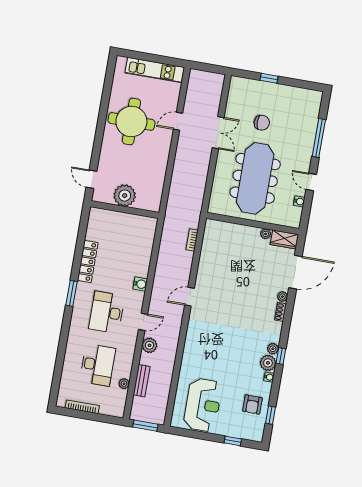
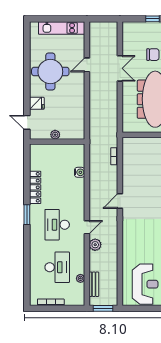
fridge: (108, 158) -> (37, 103), added
plant: (125, 196) -> (55, 135), width x0.53, depth x0.53
water cooler: (140, 284) -> (80, 172), moved
bench: (142, 381) -> (94, 284), moved

